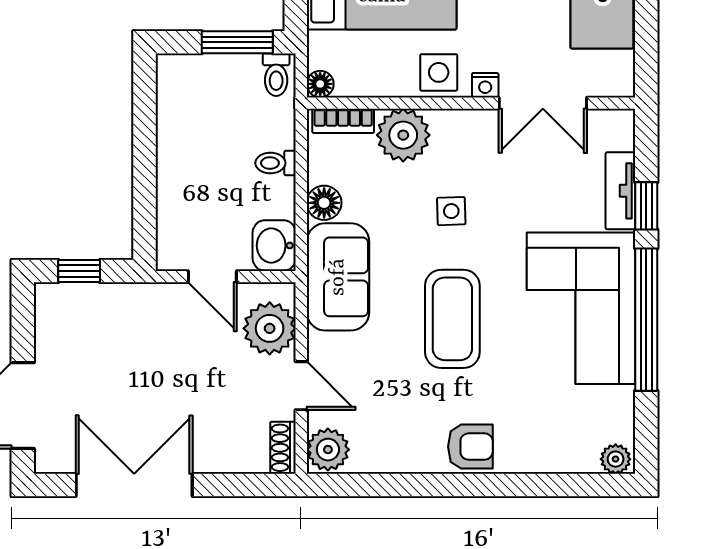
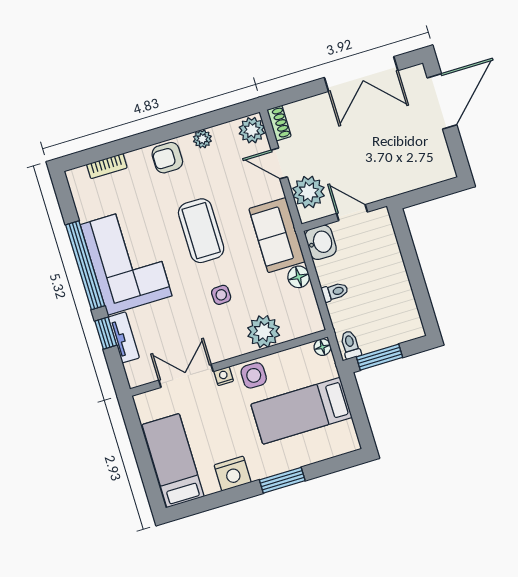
bookcase: (343, 121) -> (107, 166), moved, turned 180
window: (79, 271) -> (433, 192), removed
plant: (616, 459) -> (202, 139), moved

